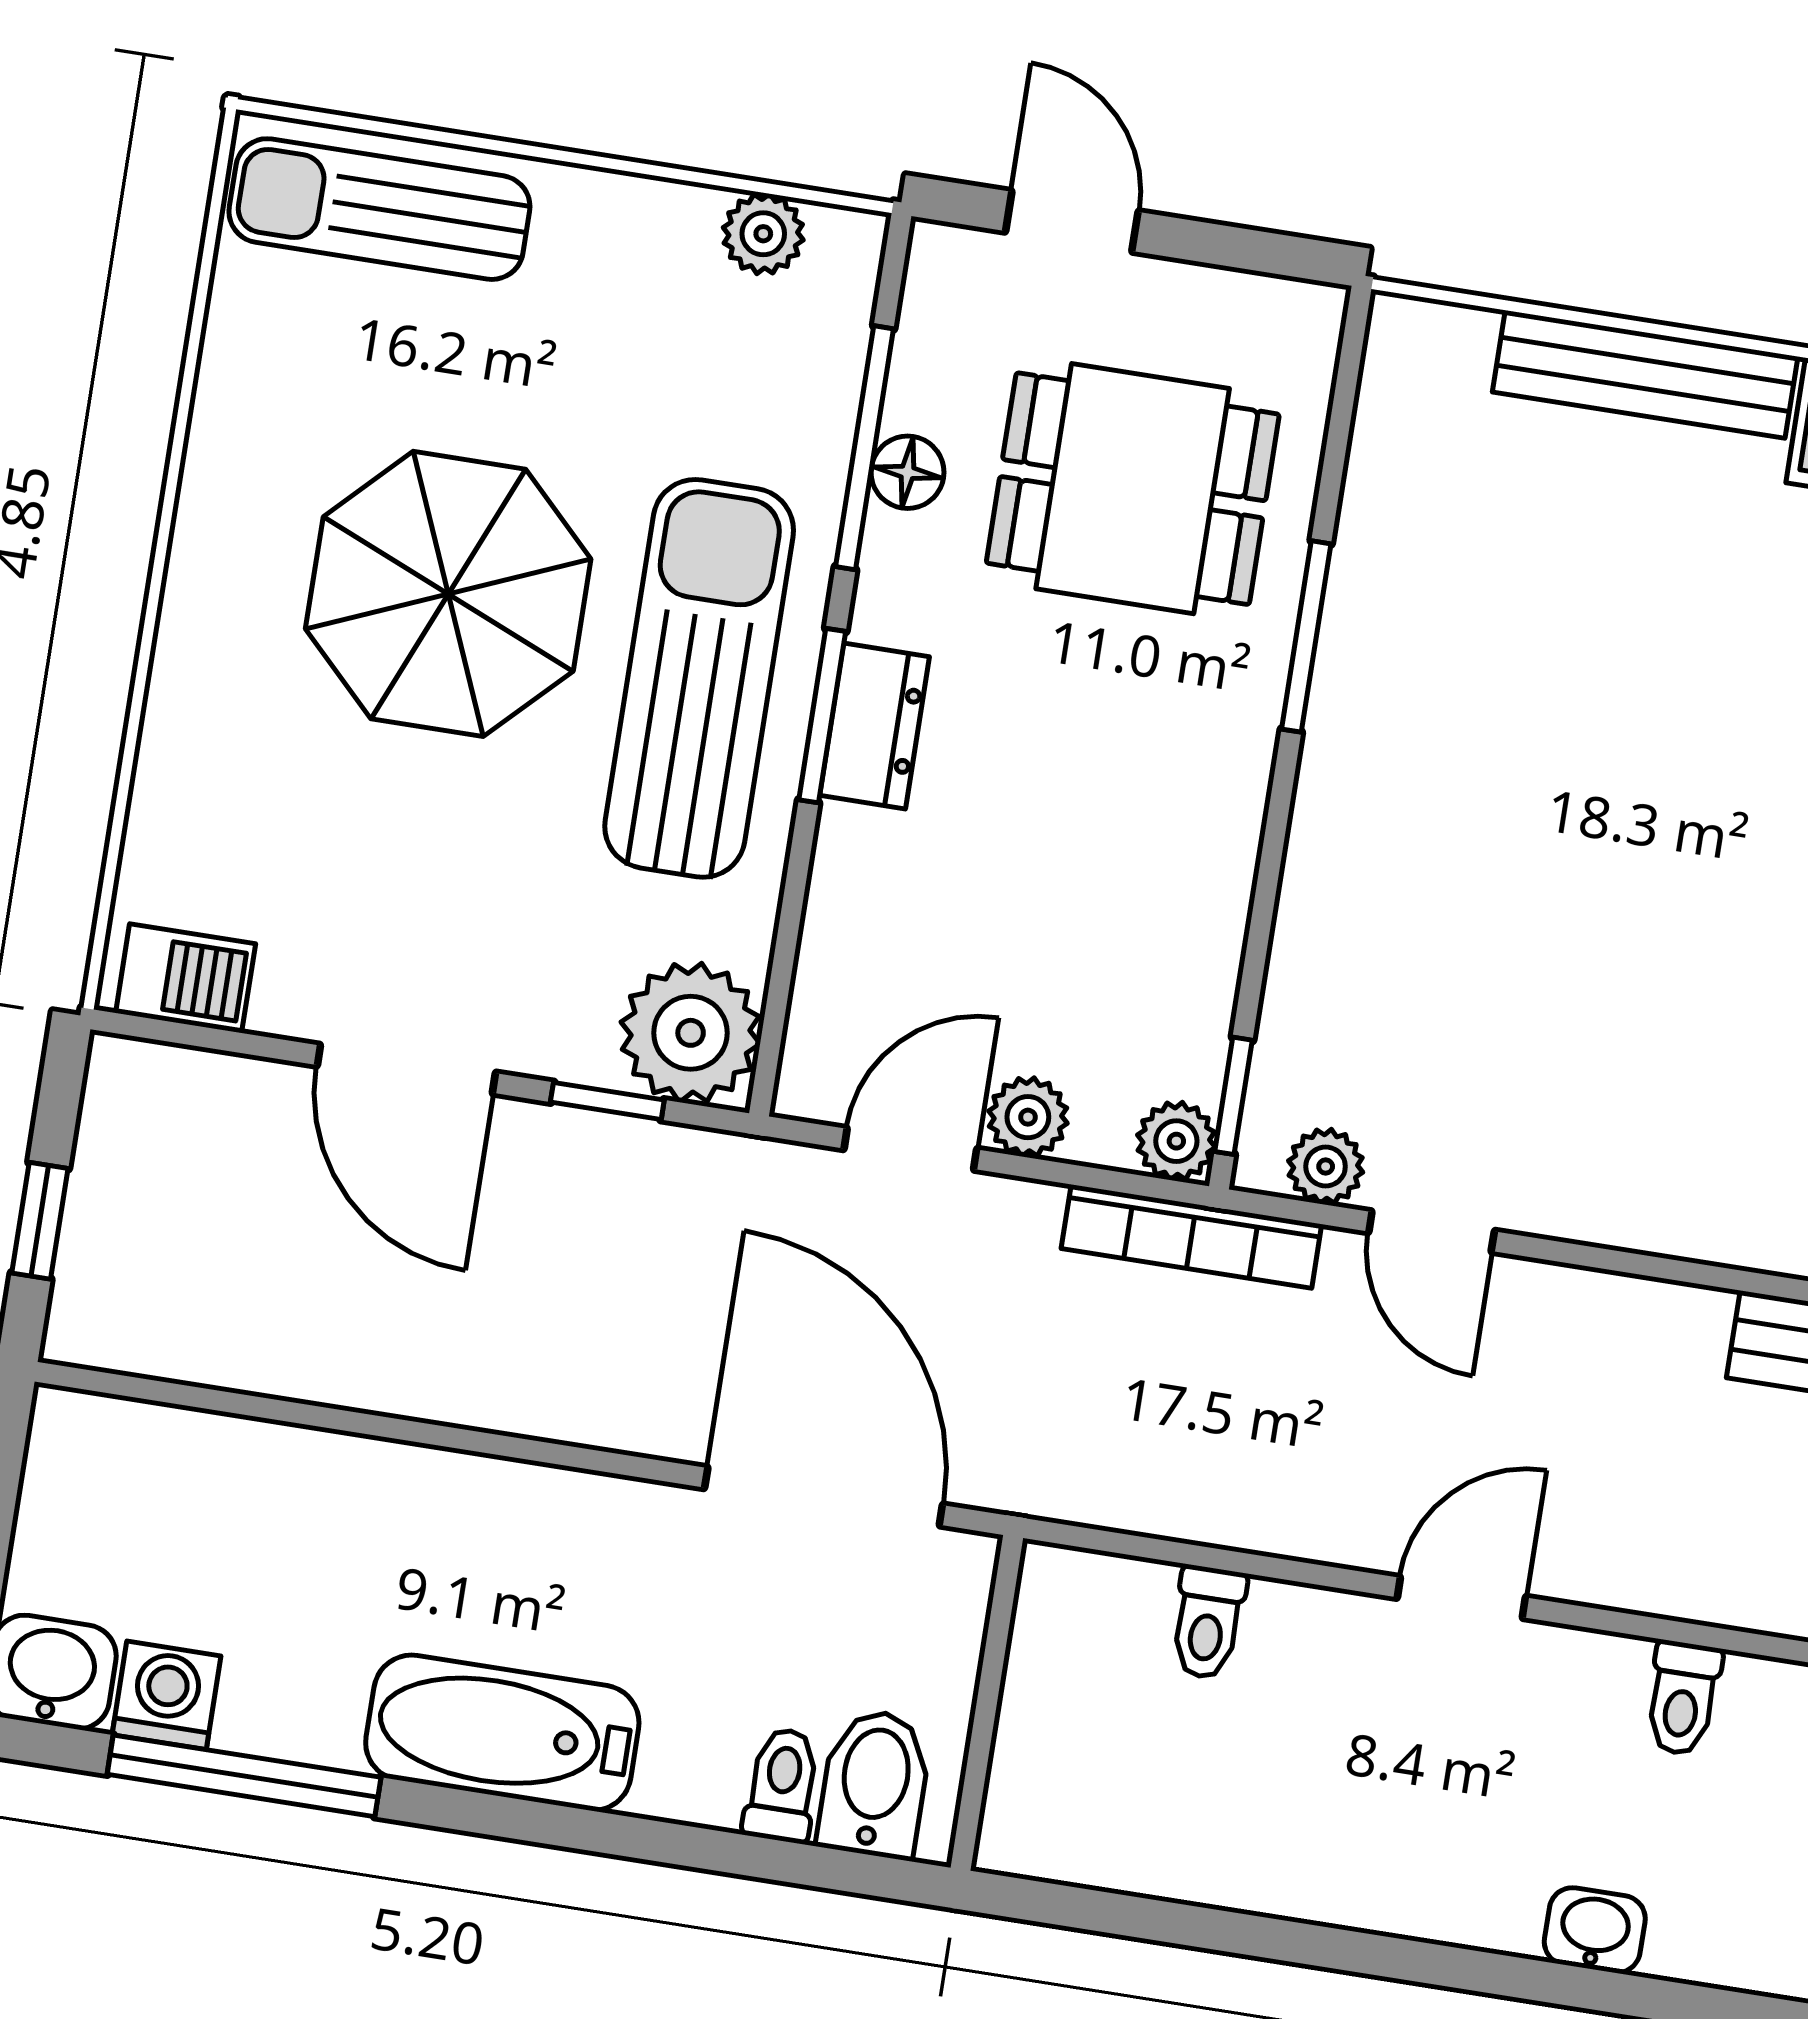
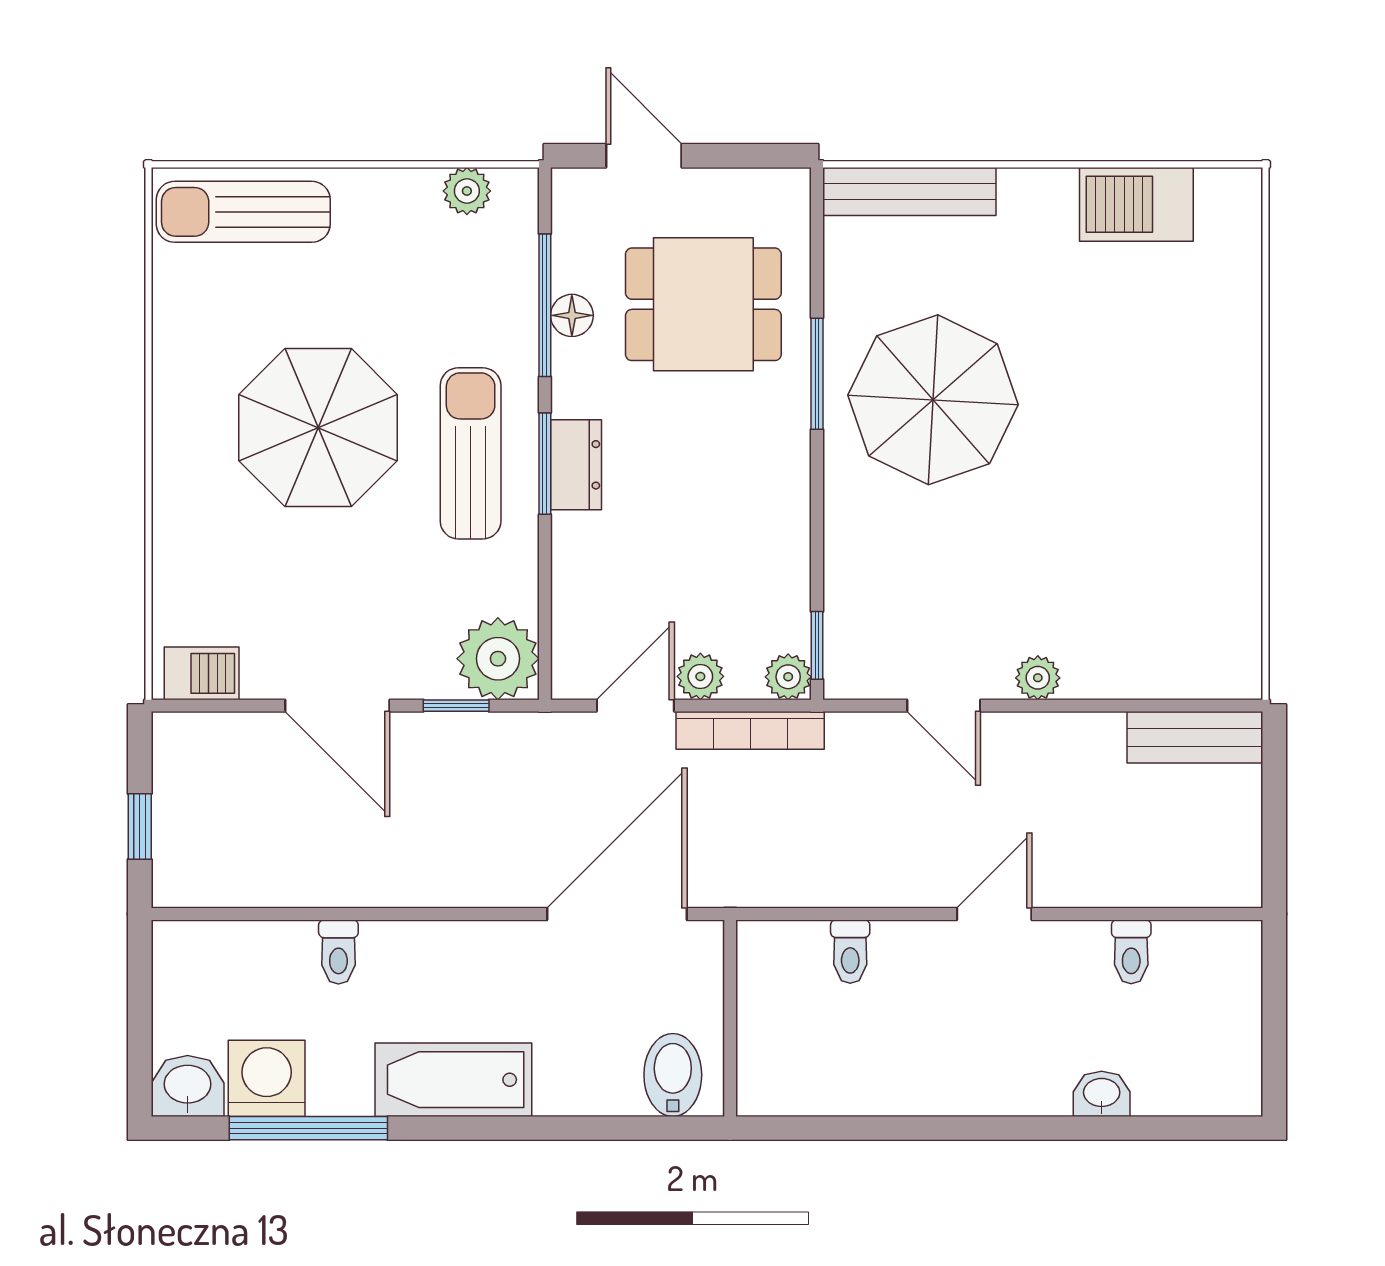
bench: (1645, 374) -> (909, 192), moved
sun lounger: (699, 678) -> (471, 453), width x0.73, depth x0.75
parasol: (1496, 712) -> (933, 400), added
plant: (1326, 1166) -> (1038, 678), moved
bookcase: (1191, 1236) -> (750, 730), moved
door: (824, 1496) -> (617, 914), hinge flipped
washing machine: (166, 1695) -> (267, 1078), width x1.38, depth x1.38
toilet: (782, 1785) -> (338, 952), moved, turned 180

